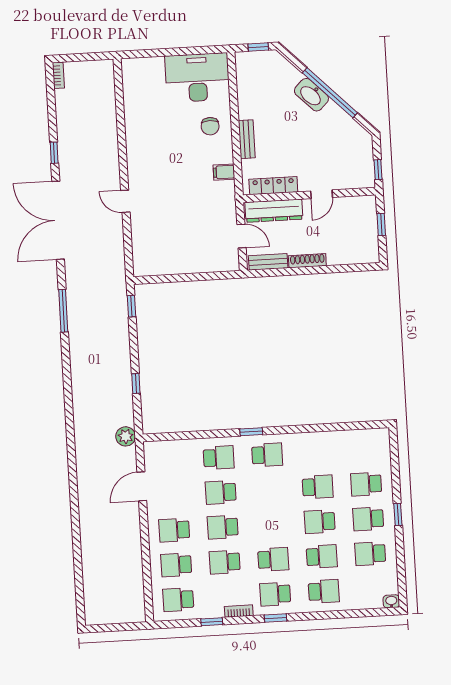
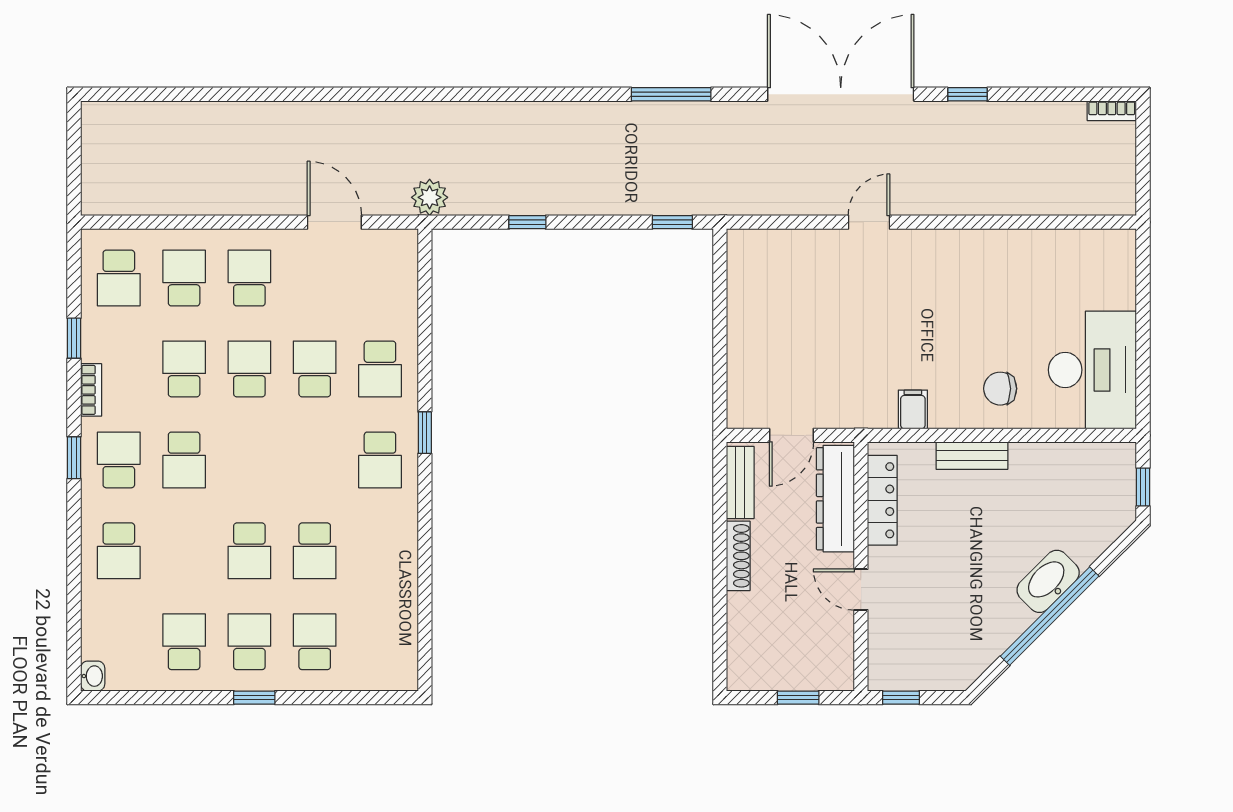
school desk: (320, 522) -> (249, 551), turned 180
school desk: (322, 556) -> (184, 551), removed
school desk: (178, 600) -> (119, 278), turned 180

